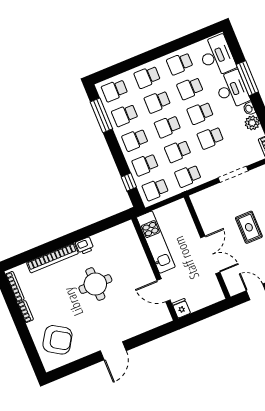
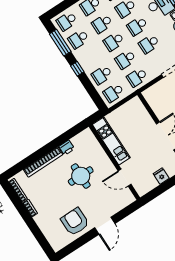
school desk: (135, 140) -> (90, 57), removed
window: (129, 182) -> (77, 69), moved
kitchen unit: (156, 242) -> (111, 141), moved
wall: (155, 269) -> (114, 162), moved
door: (164, 290) -> (125, 178), moved
fridge: (181, 308) -> (161, 176), moved
armchair: (57, 340) -> (75, 222), moved, turned -122

